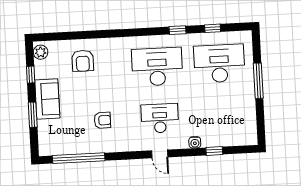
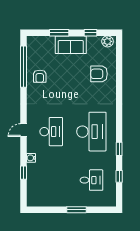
desk: (219, 63) -> (91, 180), width x0.53, depth x0.77
window: (258, 81) -> (76, 210), width x0.69
armchair: (102, 120) -> (40, 76), moved

